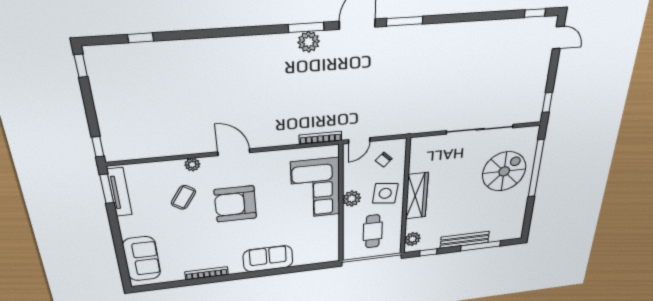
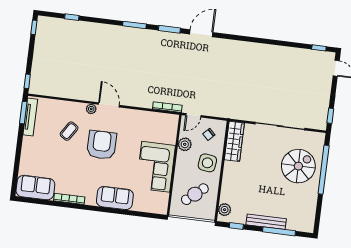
window: (405, 21) -> (134, 25), moved
plant: (309, 42) -> (170, 39), removed
plant: (192, 165) -> (91, 109), moved
corner sofa: (316, 188) -> (156, 167), moved
wardrobe: (417, 196) -> (234, 141), moved
plant: (352, 199) -> (185, 144), moved
armchair: (235, 204) -> (102, 145), turned 90
cafe table: (373, 231) -> (195, 194), turned 50
sofa: (142, 259) -> (35, 188), moved, turned -90

